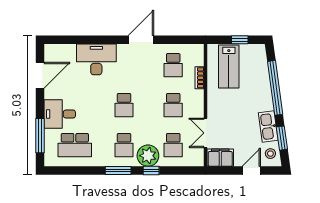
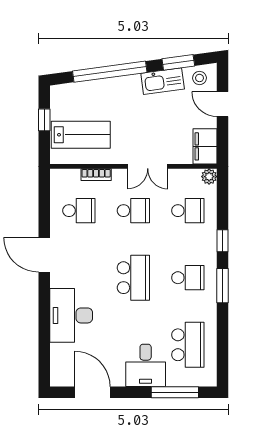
school desk: (124, 105) -> (133, 278), width x1.85
double door: (206, 133) -> (148, 166), moved
plant: (148, 156) -> (209, 177), moved, width x0.53, depth x0.53

